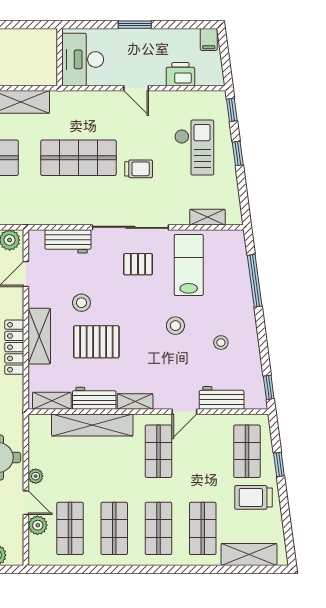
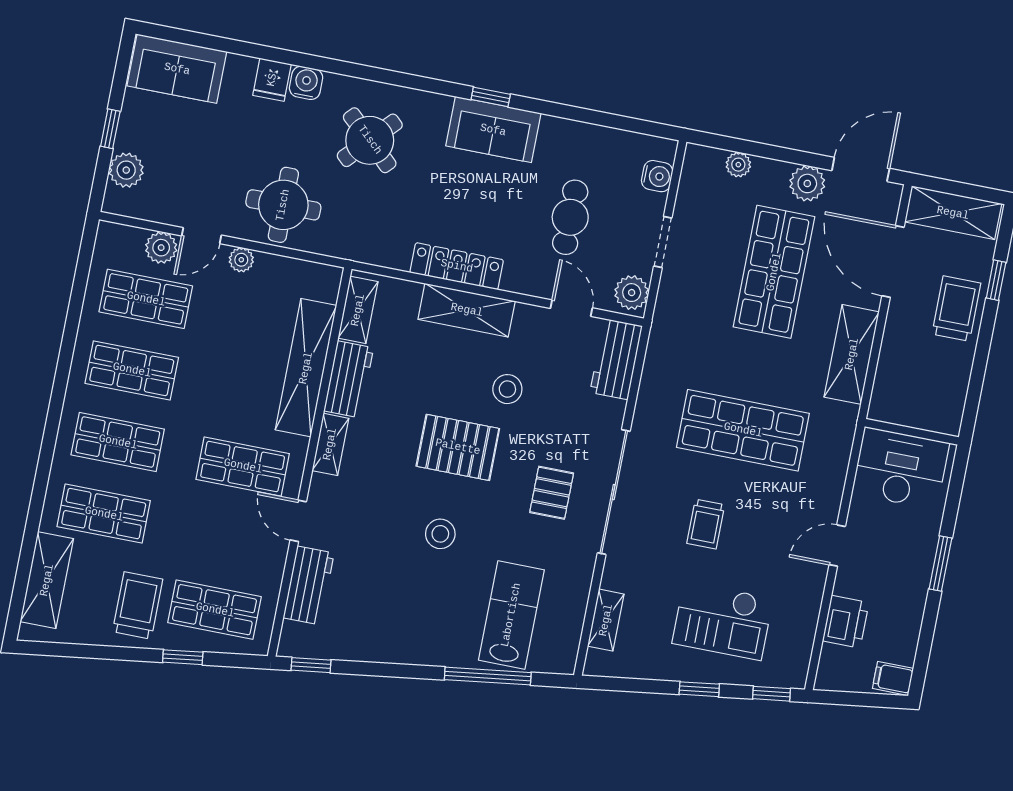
shop shelf: (79, 158) -> (743, 430), turned 90
workbench: (68, 241) -> (616, 359), moved
lab bench: (189, 265) -> (511, 615), moved, turned -90
pallet: (96, 342) -> (458, 447), moved, turned 90
stool: (221, 343) -> (399, 602), removed

